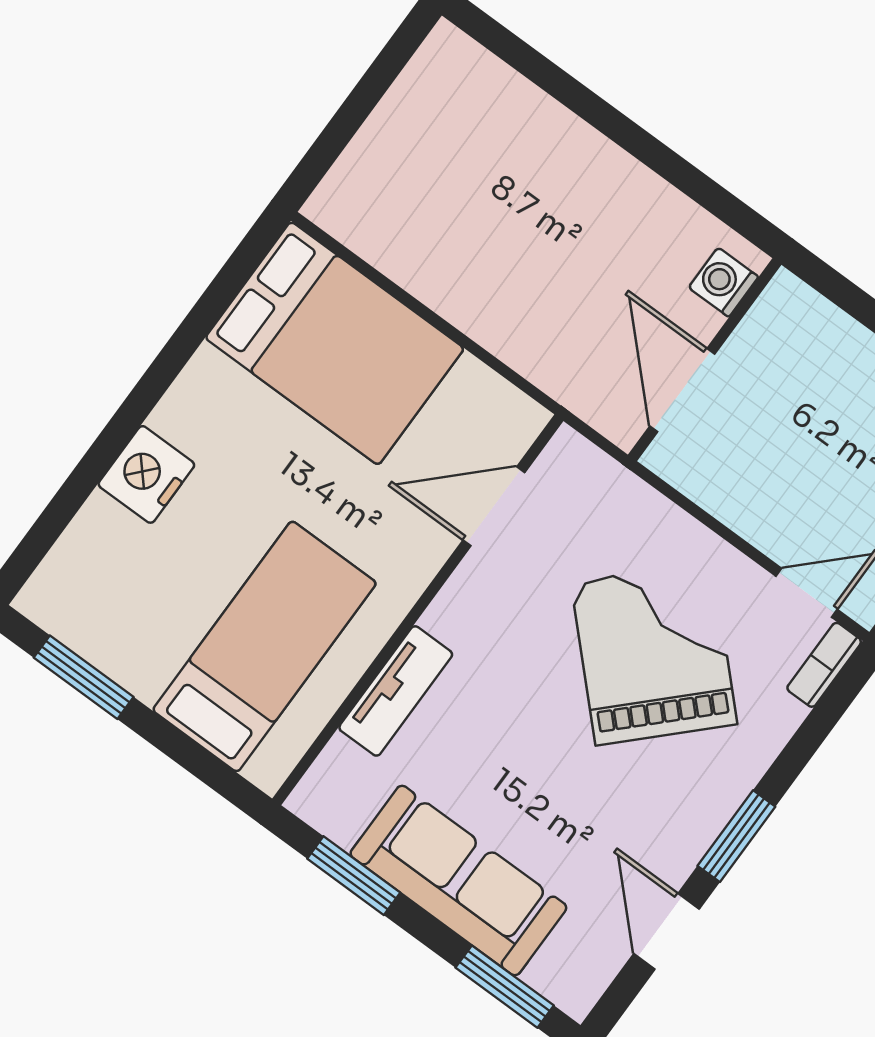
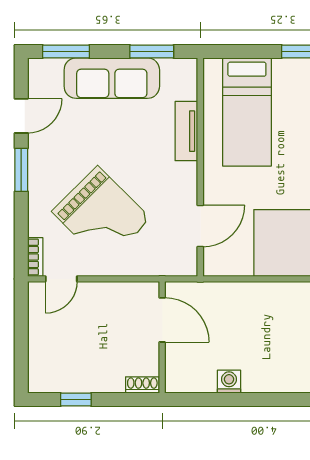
washing machine: (723, 282) -> (229, 382), moved, turned -90
shoe rack: (801, 301) -> (142, 385), added
door: (667, 931) -> (21, 116), hinge flipped

